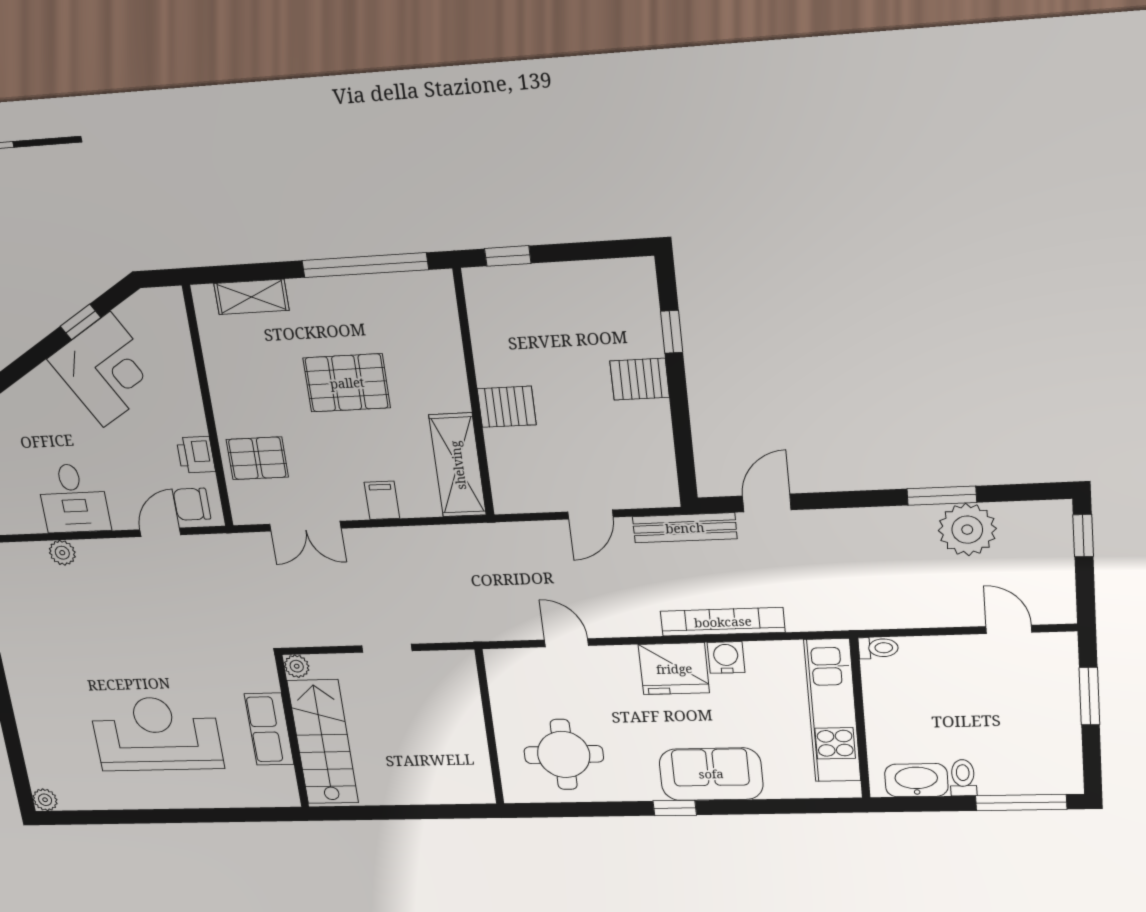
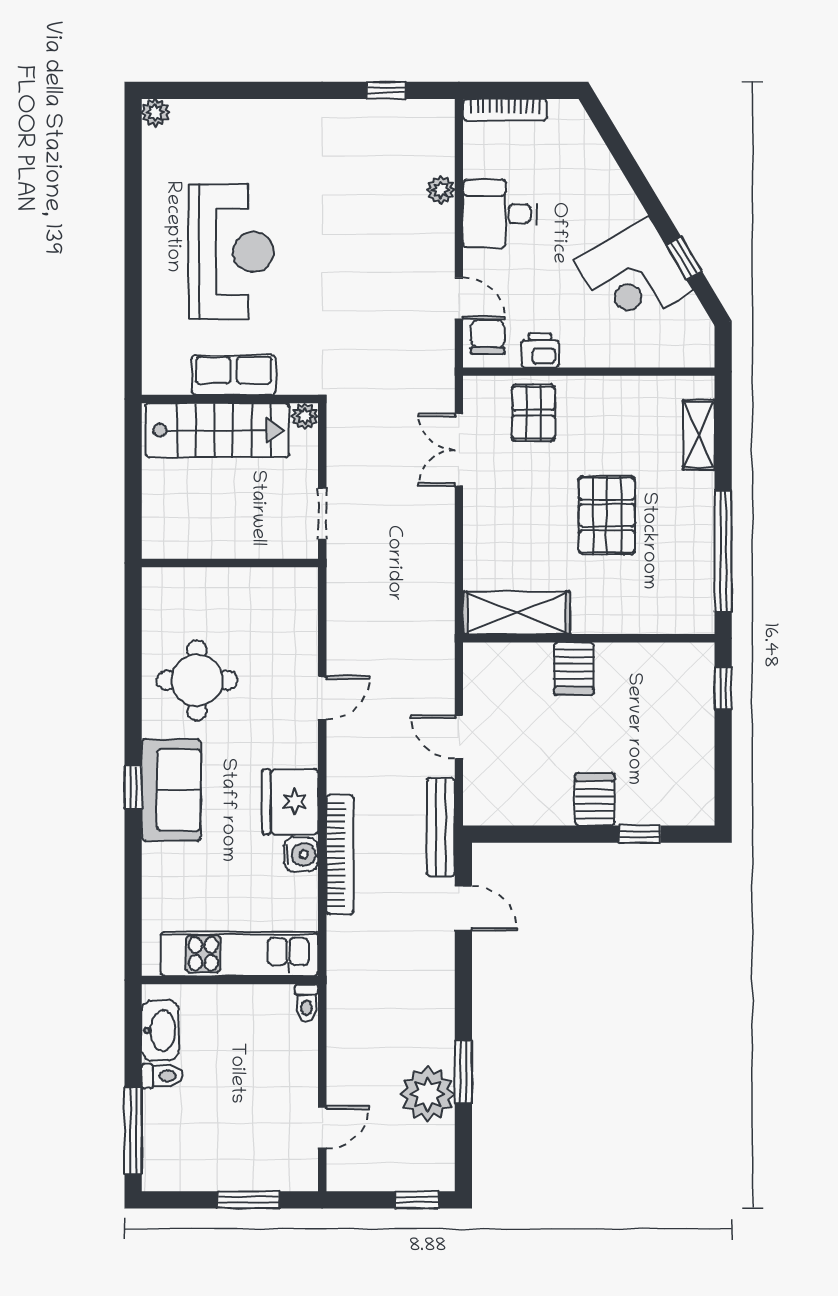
filing cabinet: (382, 500) -> (483, 532), removed
wall: (489, 727) -> (230, 563), moved
sofa: (711, 774) -> (171, 790), moved

